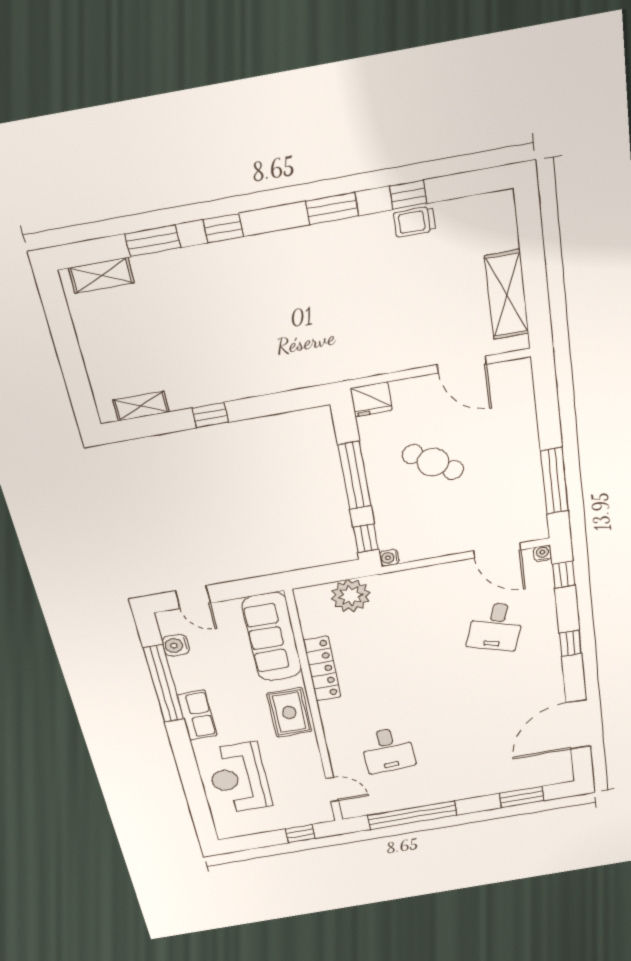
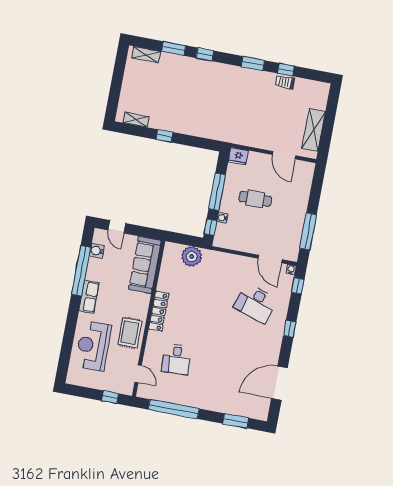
cafe table: (433, 462) -> (255, 199), turned -34
water cooler: (389, 558) -> (222, 218), moved
desk: (496, 627) -> (256, 303), width x1.37
locker: (322, 669) -> (159, 311), moved
rug: (289, 713) -> (130, 333), moved

